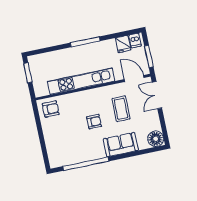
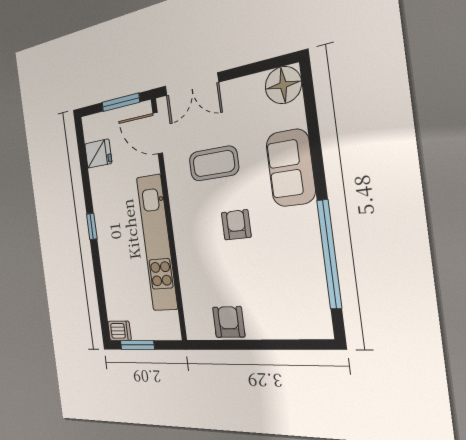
dishwasher: (135, 40) -> (119, 331), moved
window: (85, 42) -> (92, 226), width x0.46
door: (134, 78) -> (158, 133), hinge flipped
armchair: (51, 109) -> (229, 322), moved

